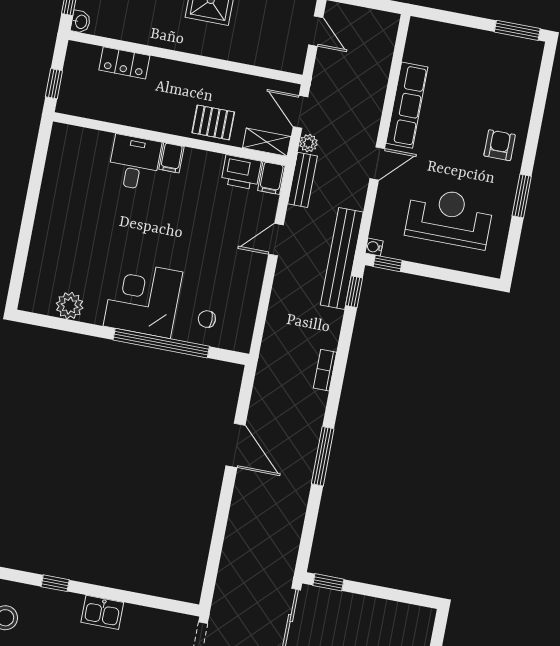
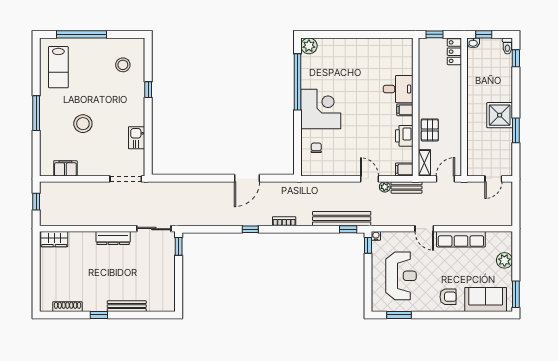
plant: (457, 39) -> (504, 260), added
locker: (124, 63) -> (454, 52), moved
sofa: (516, 83) -> (486, 299), added
plant: (309, 143) -> (385, 187), moved
printer: (241, 172) -> (404, 136), moved
window: (522, 196) -> (399, 315), moved
bench: (342, 259) -> (342, 219), moved
plant: (70, 306) -> (309, 46), moved
window: (161, 343) -> (297, 82), moved
bookcase: (325, 370) -> (284, 221), moved
window: (323, 456) -> (250, 229), width x0.46
kitchen sink: (102, 612) -> (137, 138), moved

